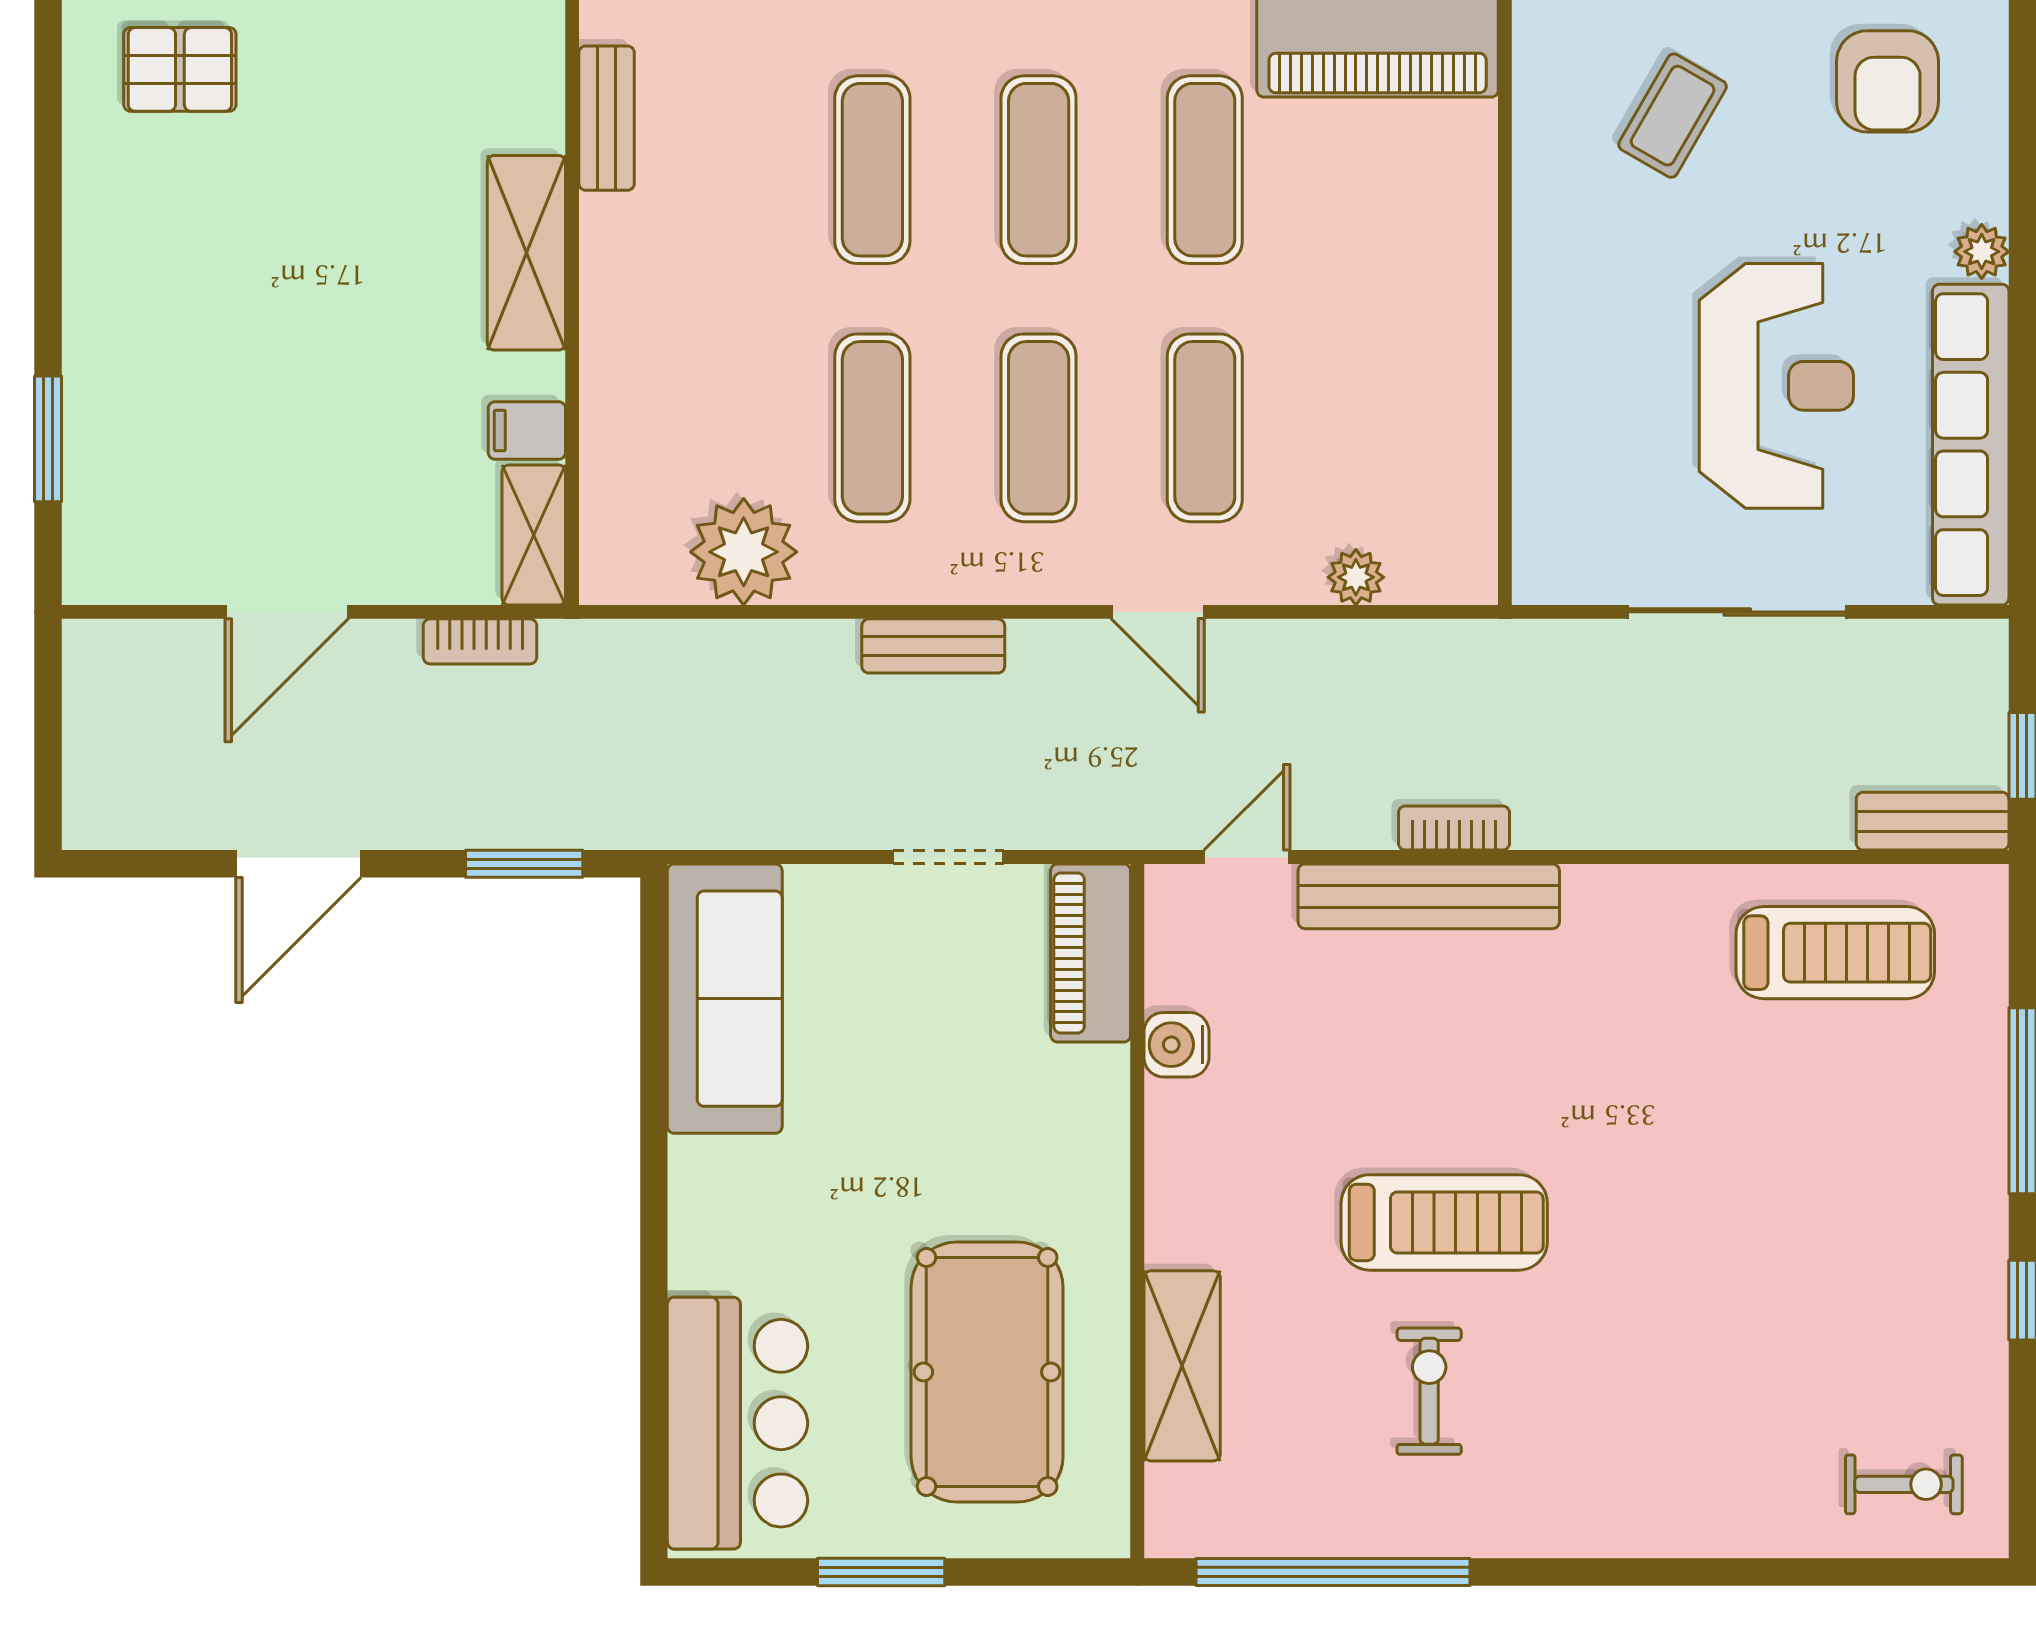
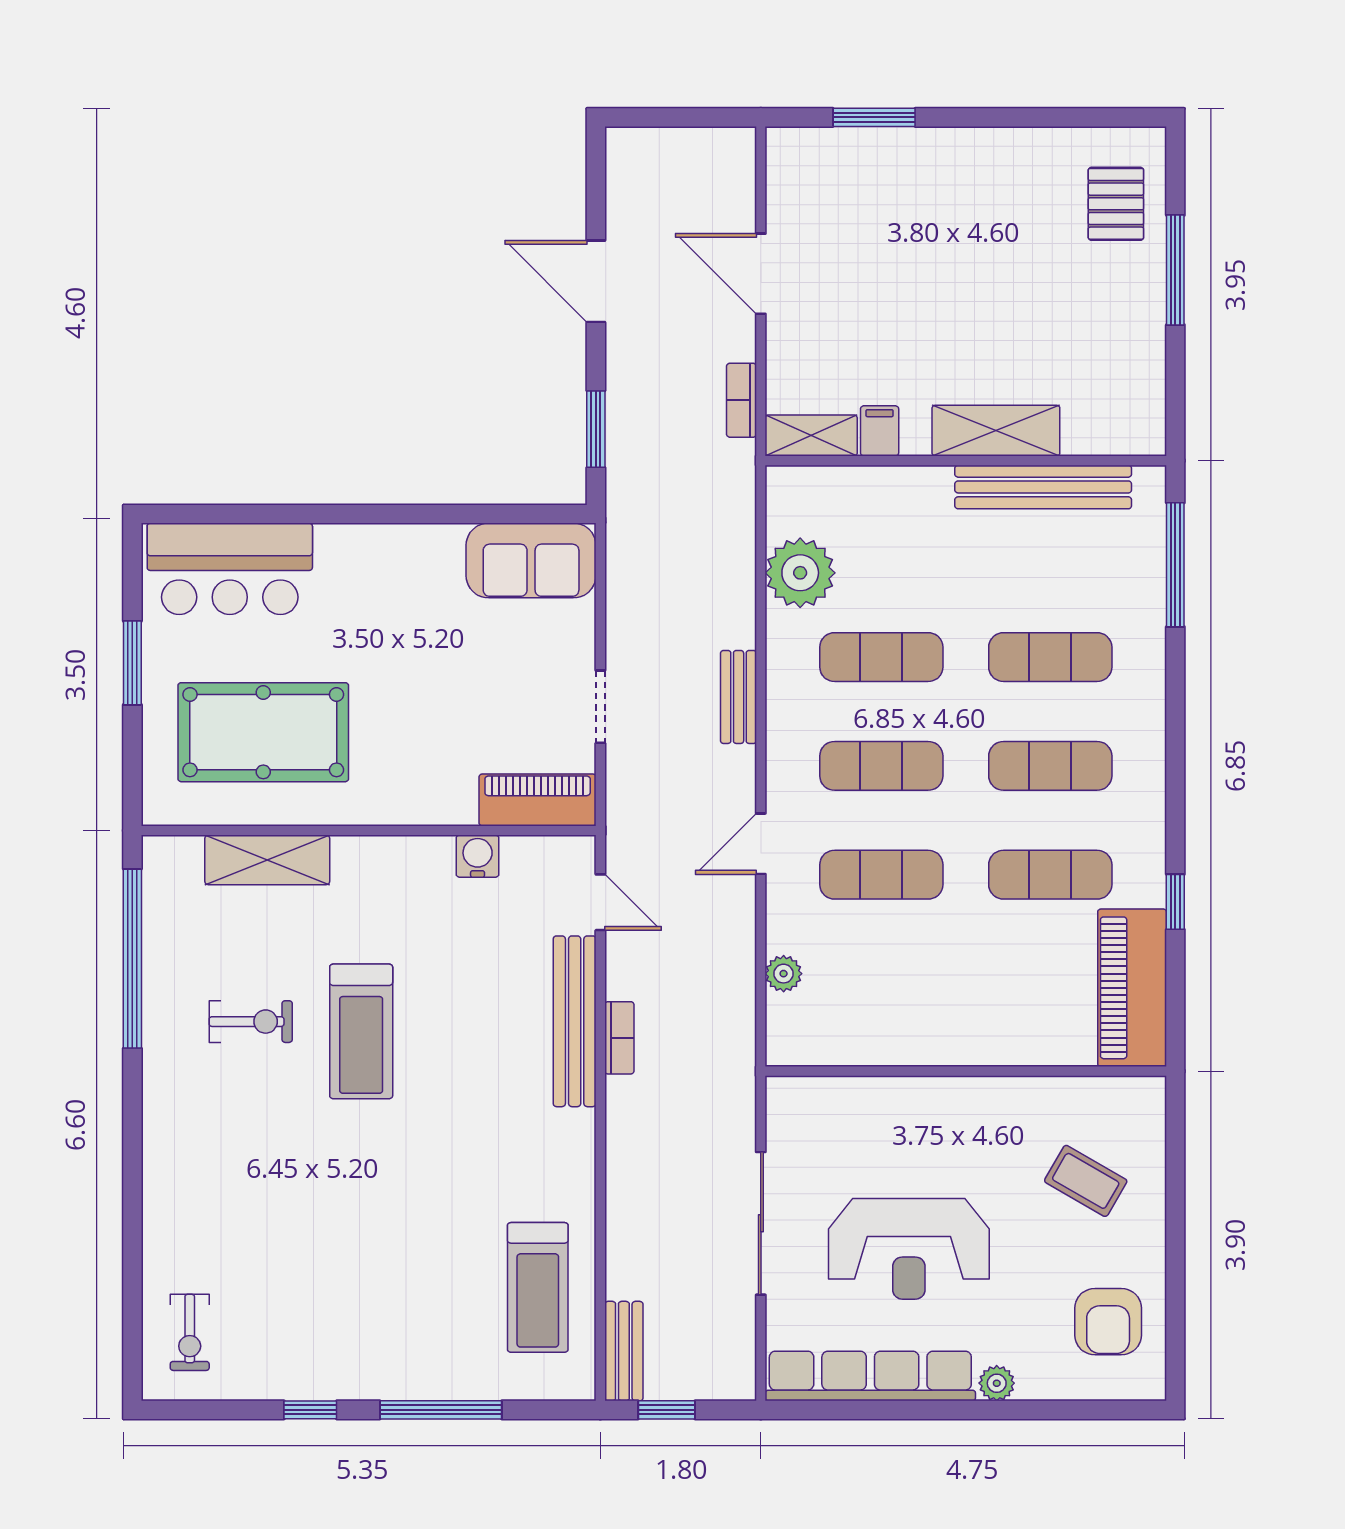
armchair: (1888, 81) -> (1108, 1322), turned -90
bench: (607, 118) -> (1043, 487), width x1.86, depth x1.21
sofa: (725, 999) -> (531, 560), width x0.73

